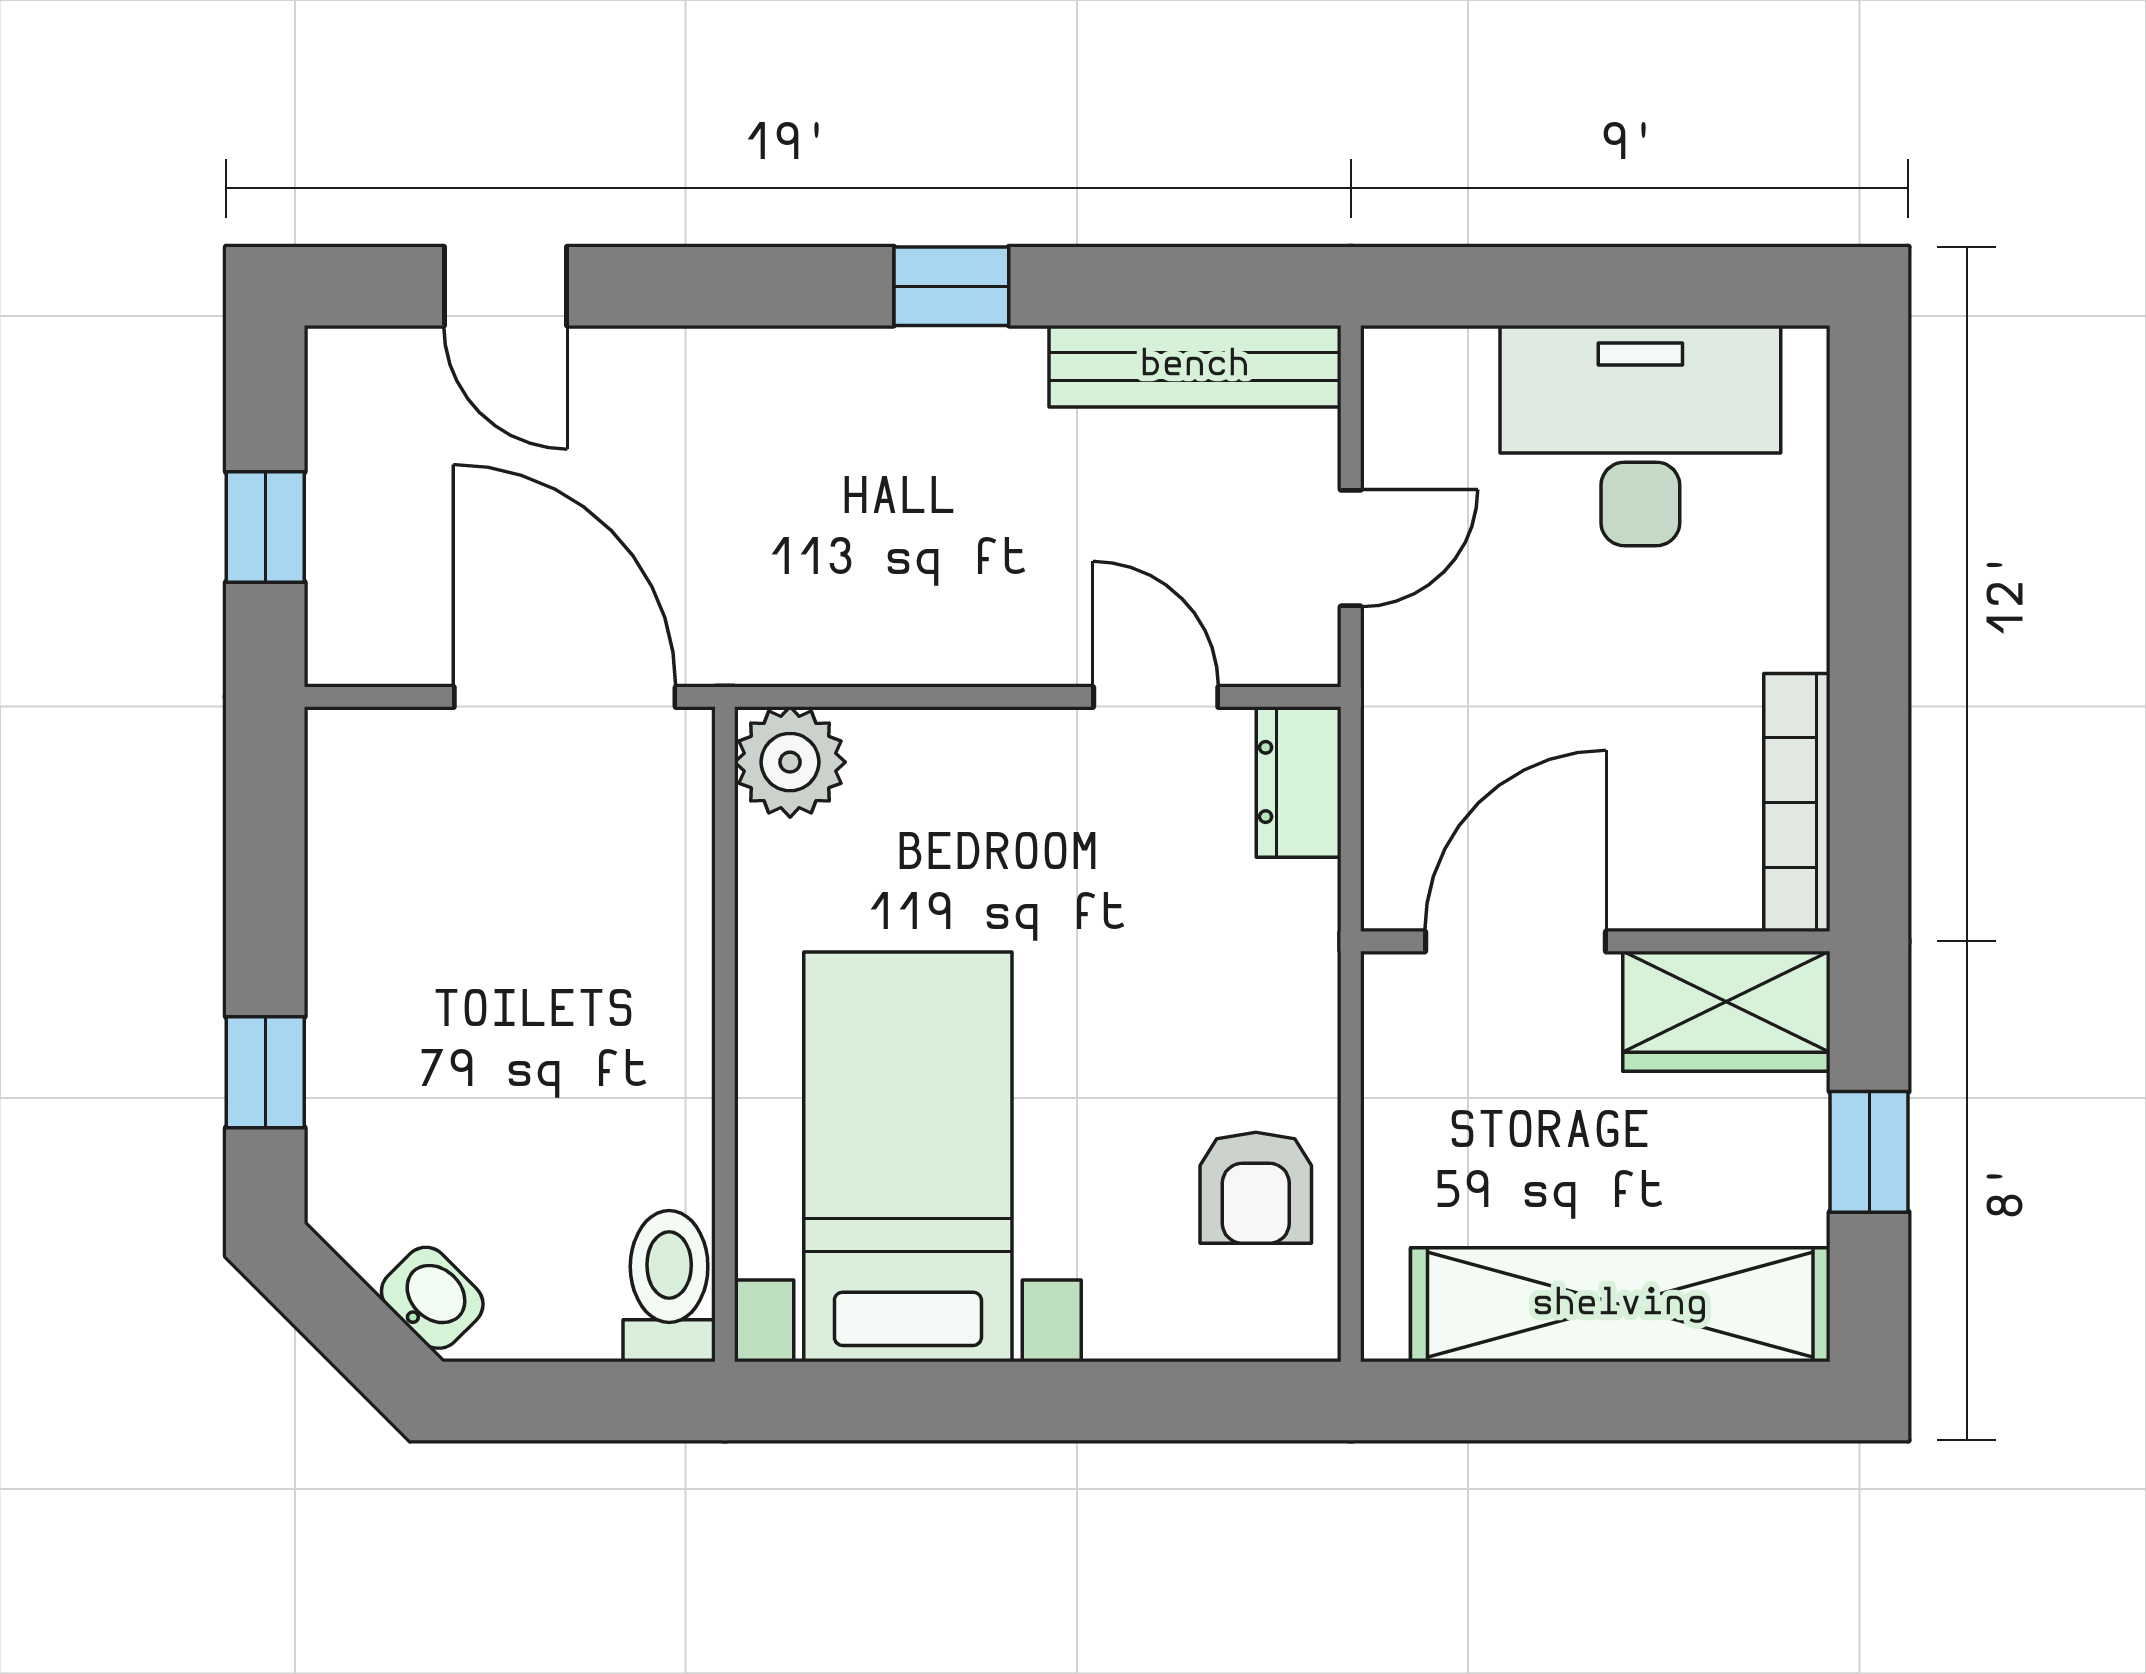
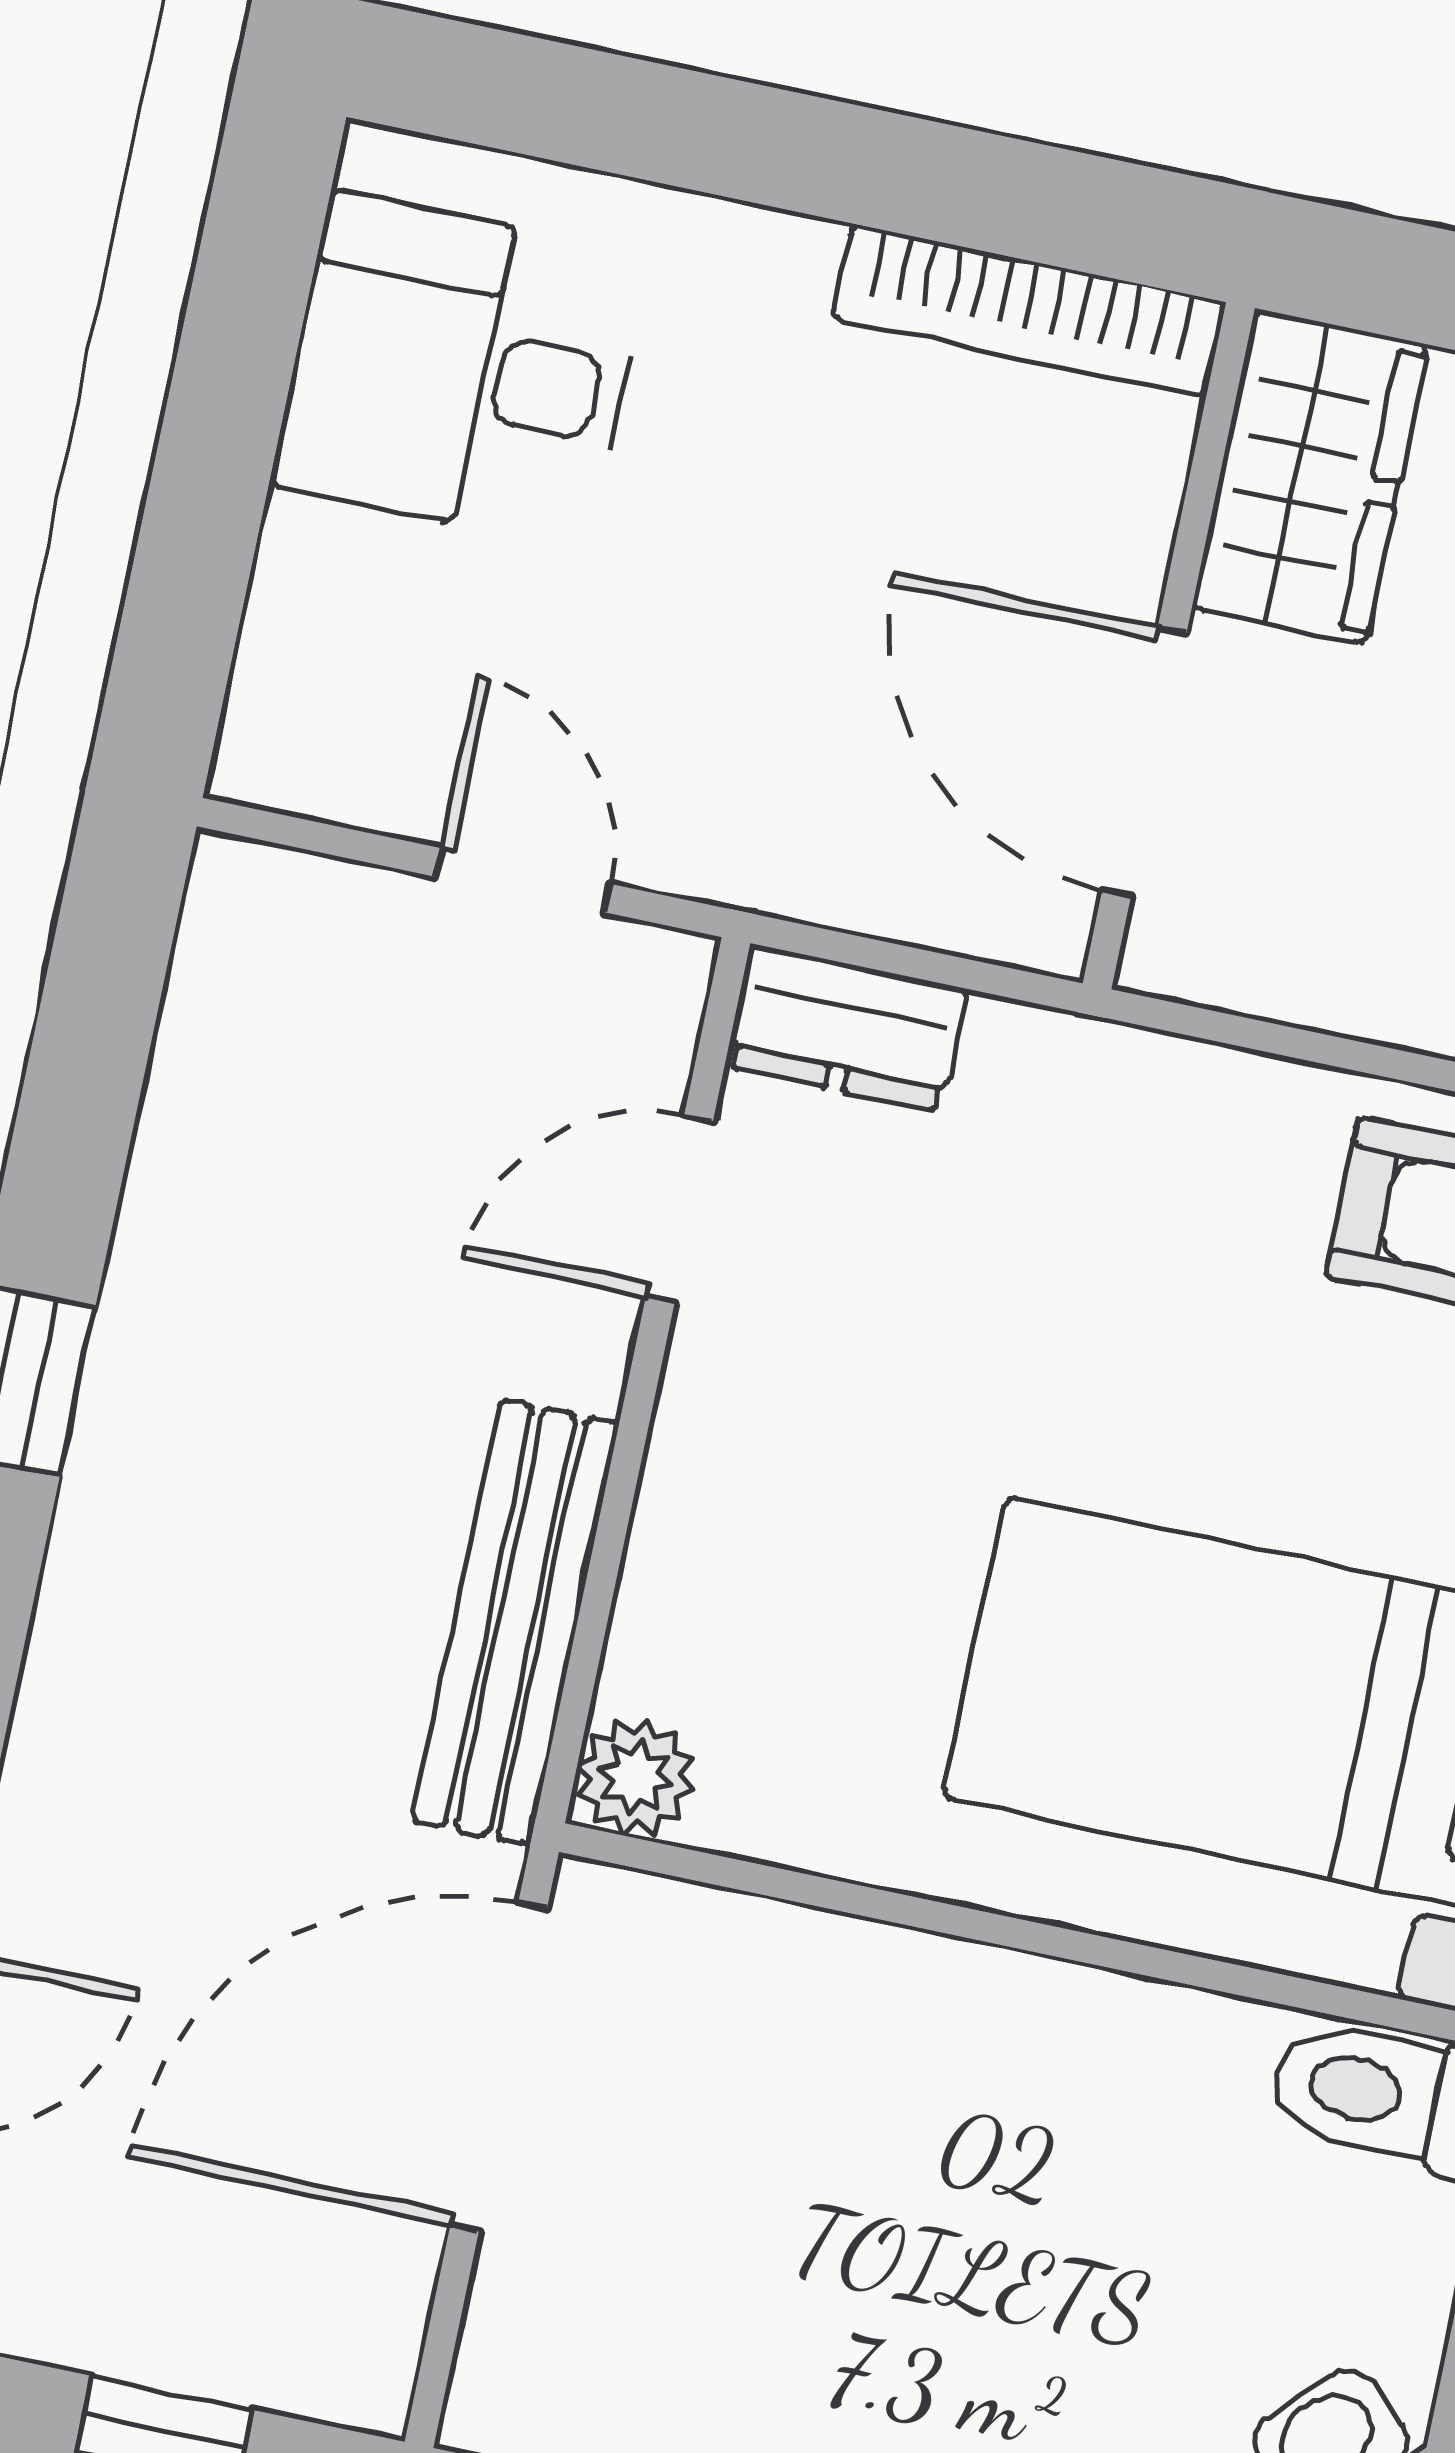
bench: (1195, 366) -> (515, 1622), moved
desk: (1640, 436) -> (460, 370), width x0.73
plant: (790, 762) -> (636, 1777), width x0.73, depth x0.73

